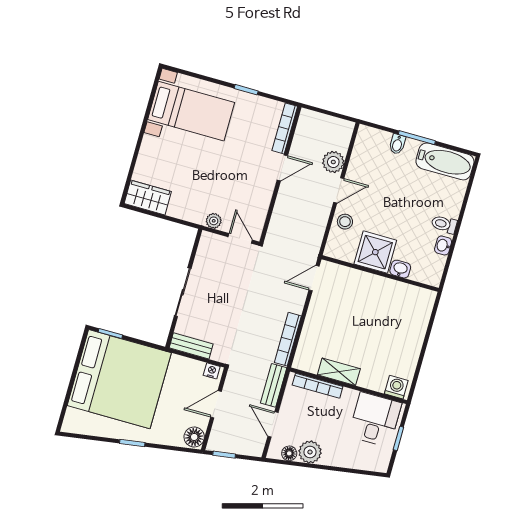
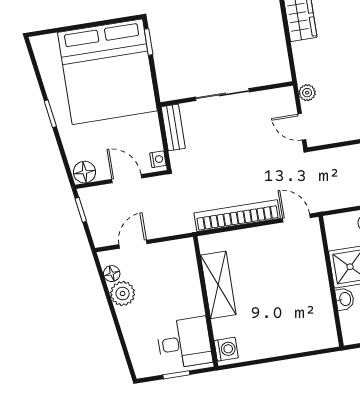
door: (240, 238) -> (302, 127), swing flipped
bookcase: (288, 339) -> (237, 216), width x1.48, depth x1.31
shelving: (339, 372) -> (218, 285), width x1.50, depth x1.33
bench: (274, 385) -> (172, 227), removed
bookcase: (318, 386) -> (192, 271), removed

